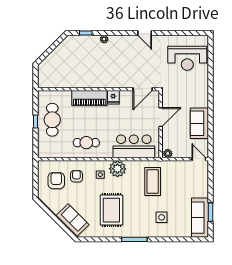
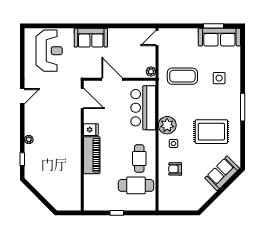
cafe table: (52, 120) -> (136, 185), moved
sofa: (199, 123) -> (91, 38), moved
armchair: (56, 181) -> (180, 191), removed
coffee table: (153, 181) -> (182, 76), moved

